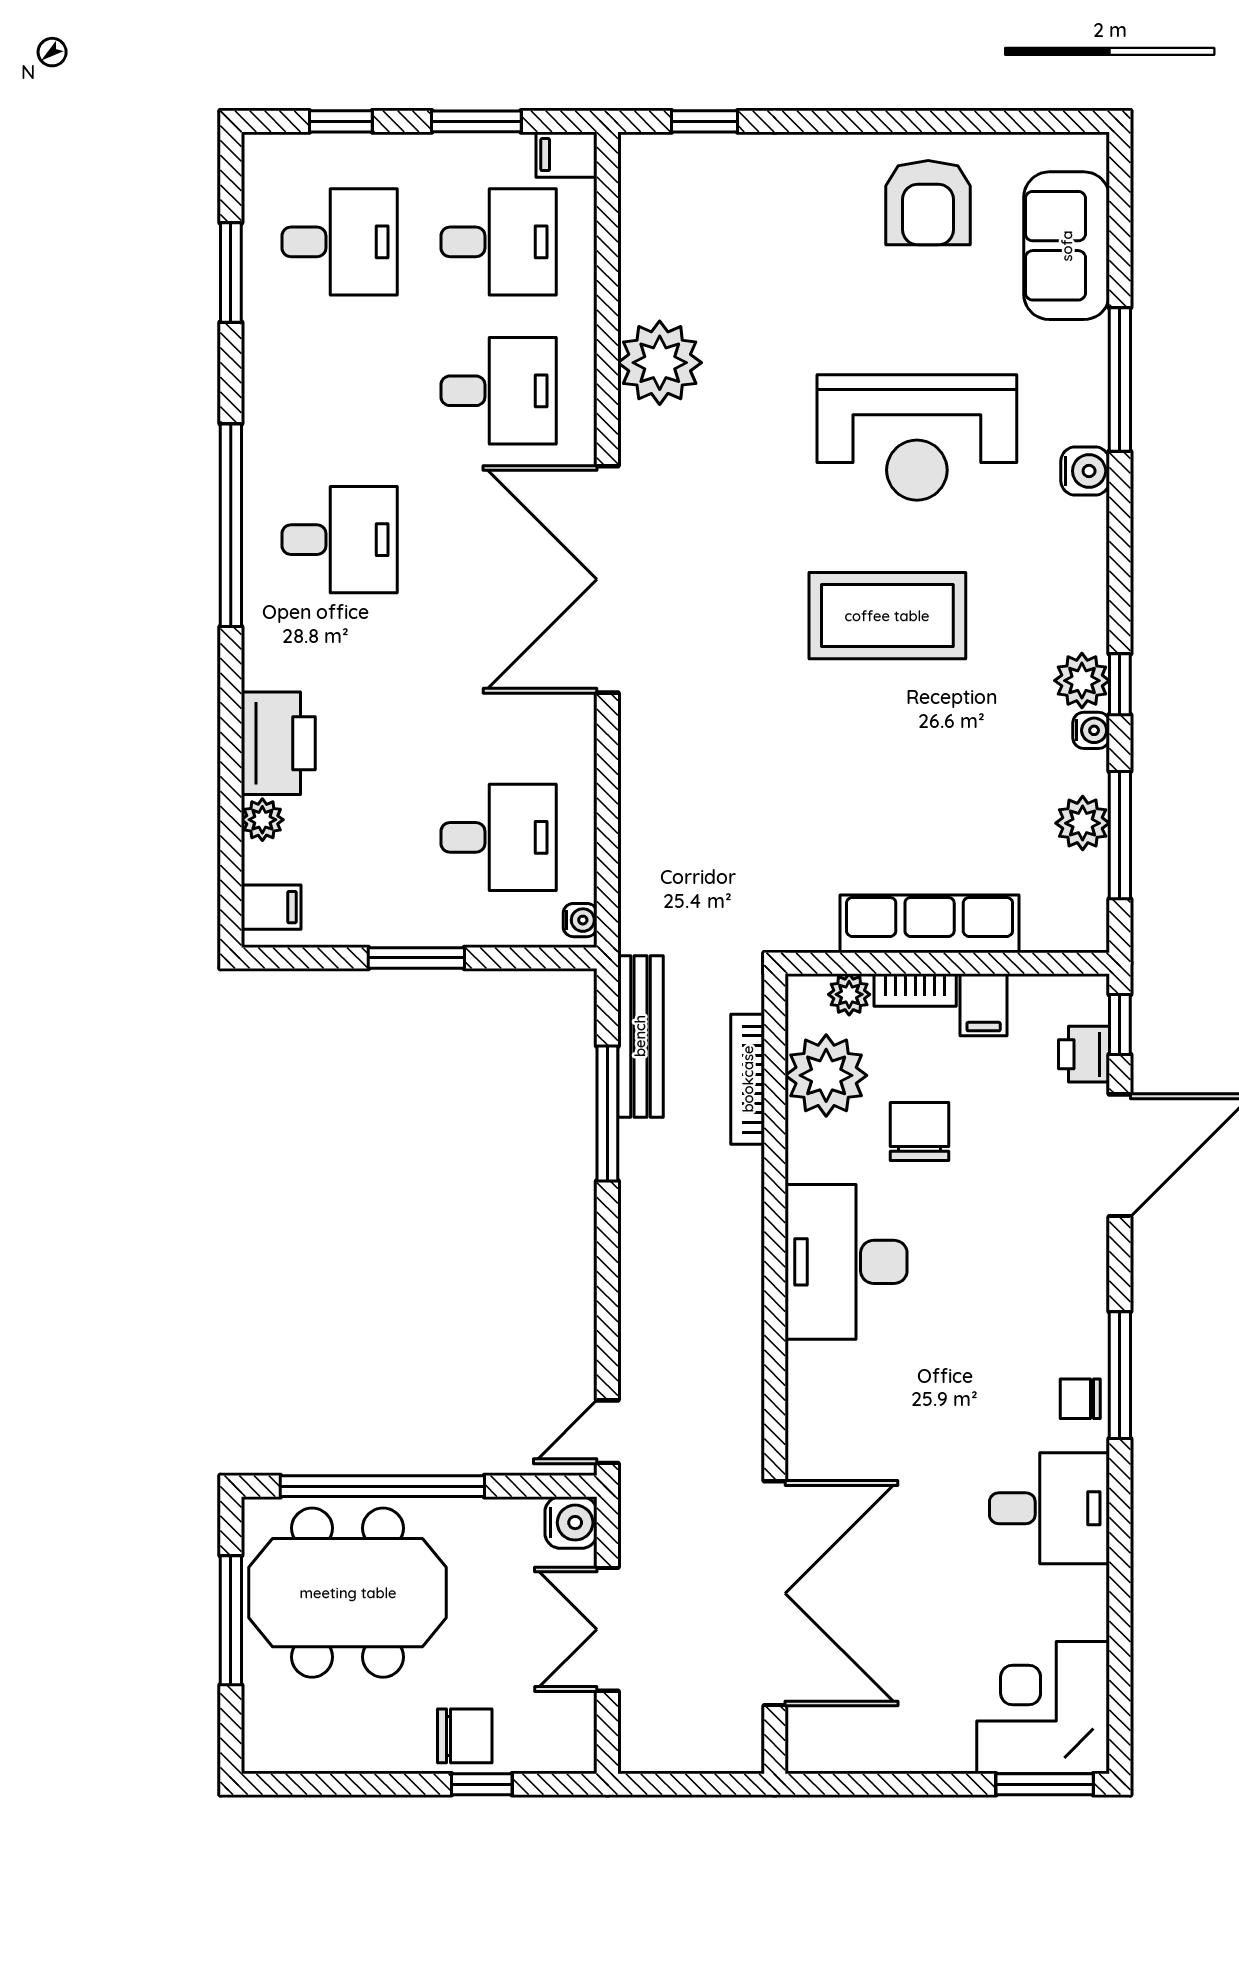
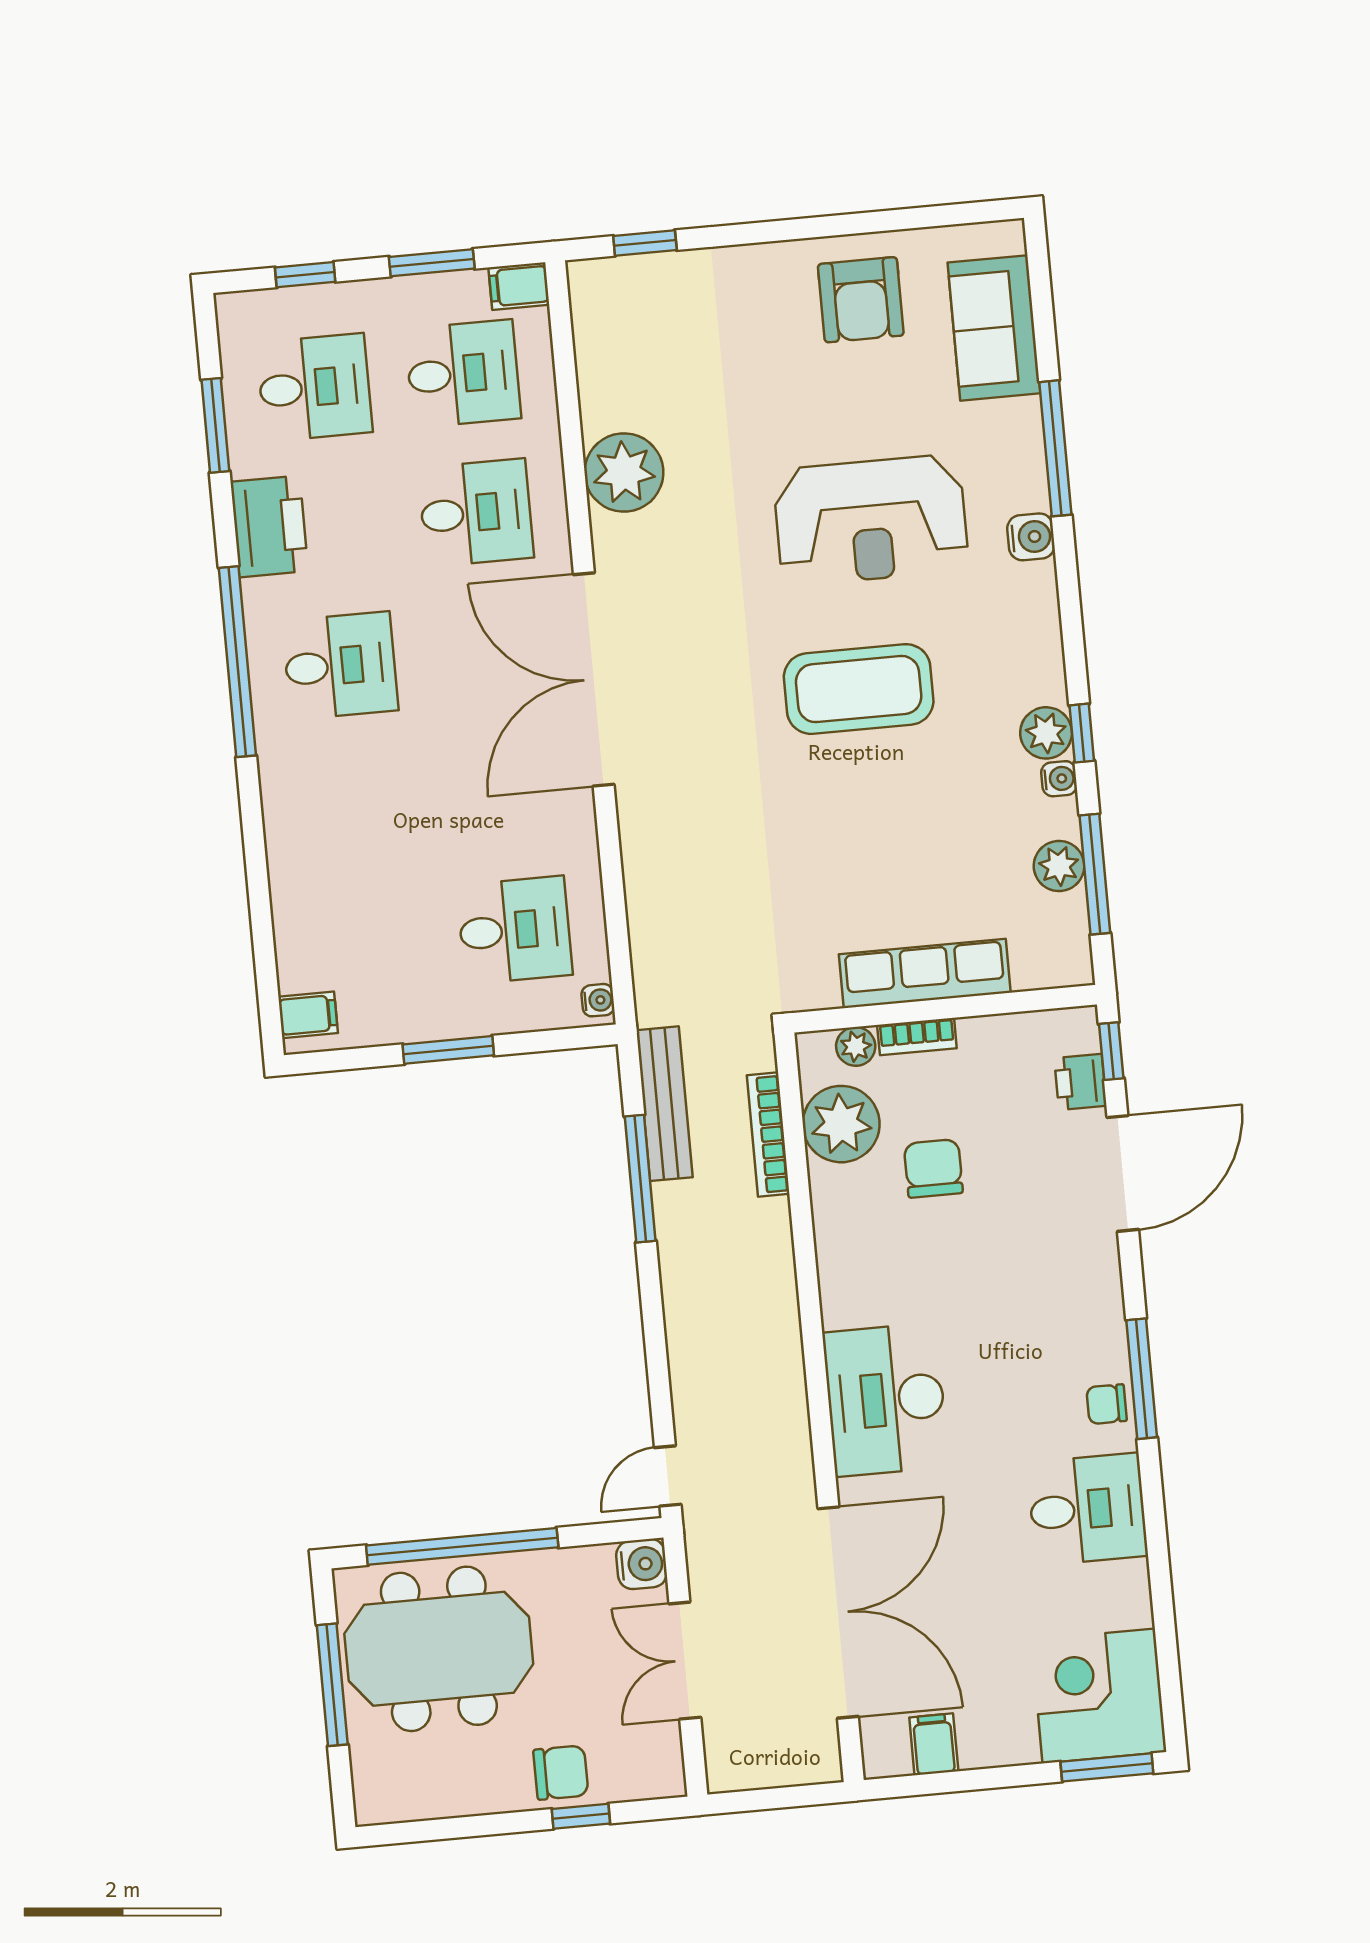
printer: (278, 743) -> (269, 526), moved
plant: (262, 820) -> (292, 934), removed
filing cabinet: (984, 1005) -> (934, 1744), moved, turned 180
desk: (846, 1262) -> (886, 1400), moved

